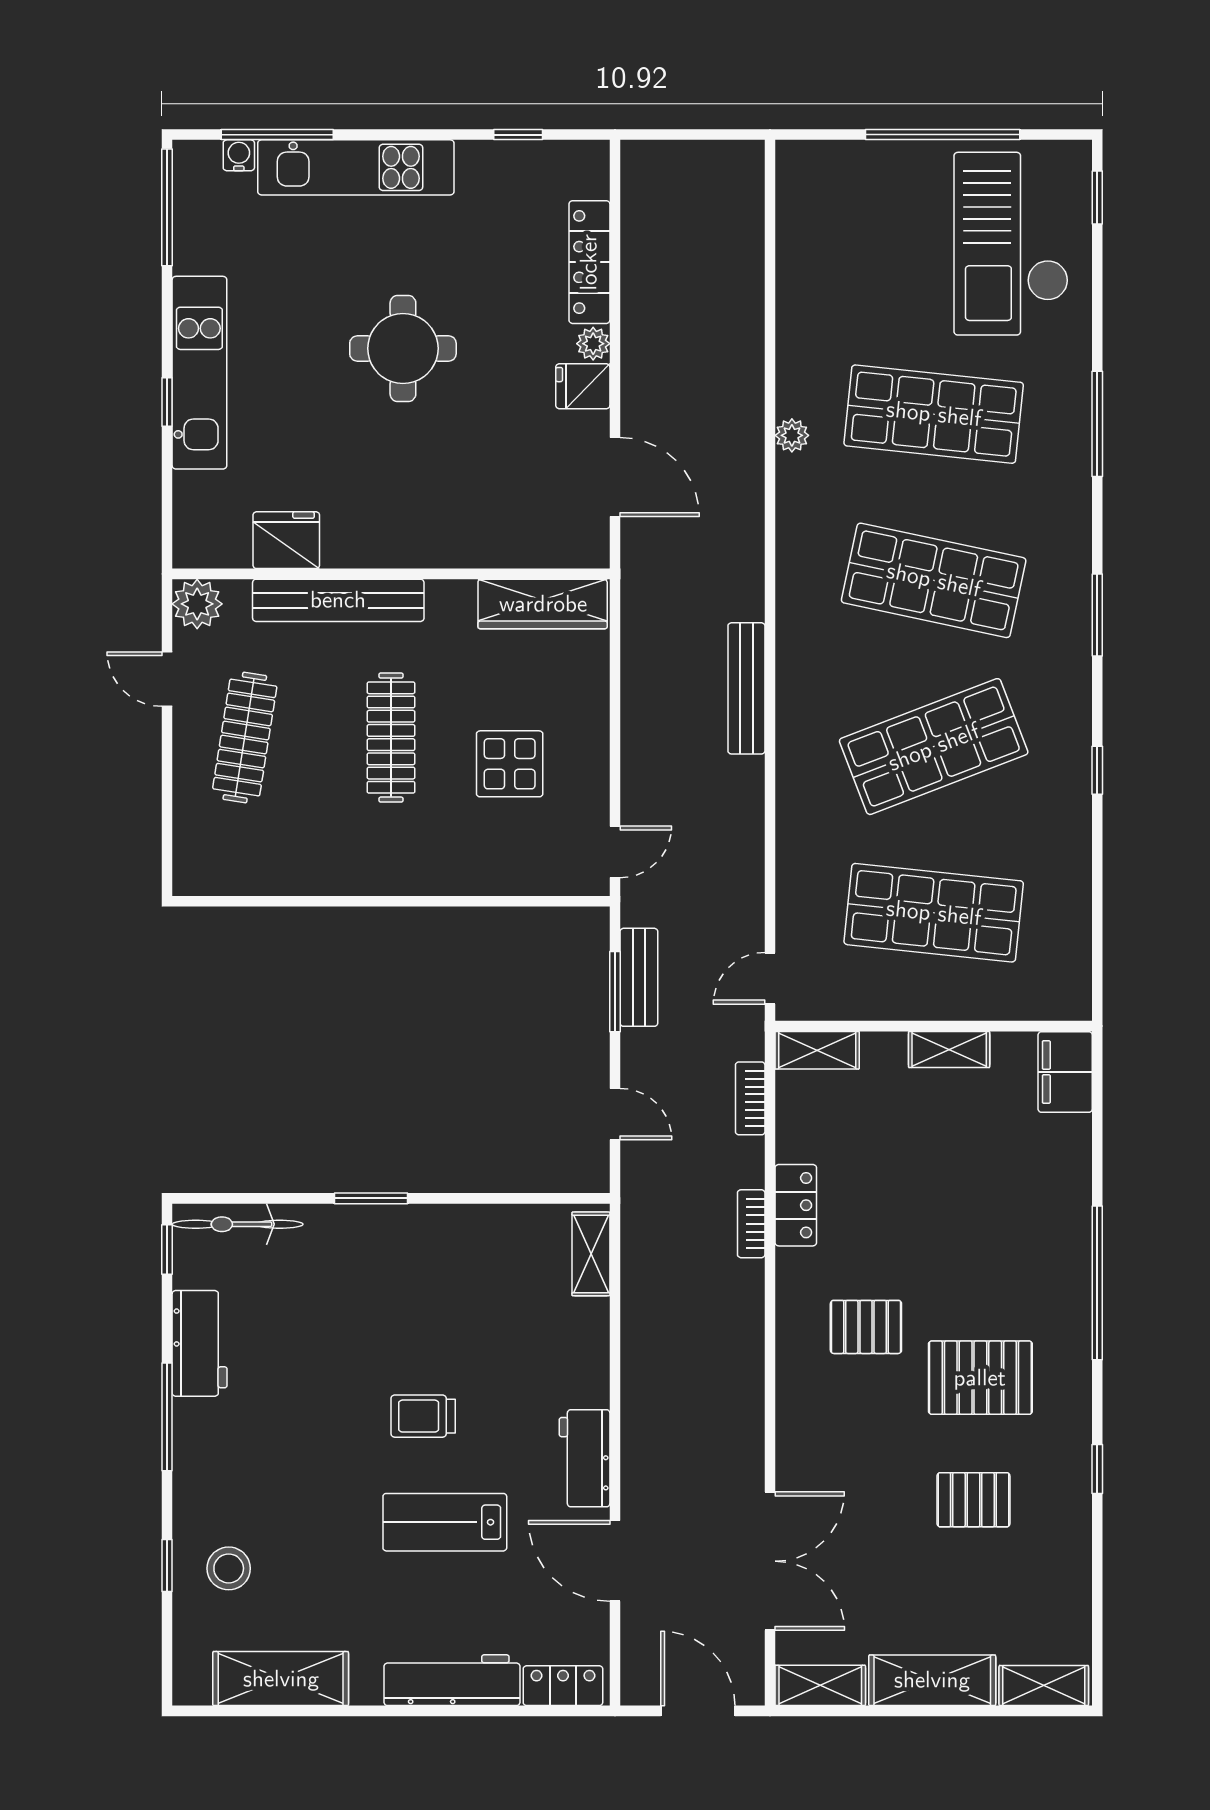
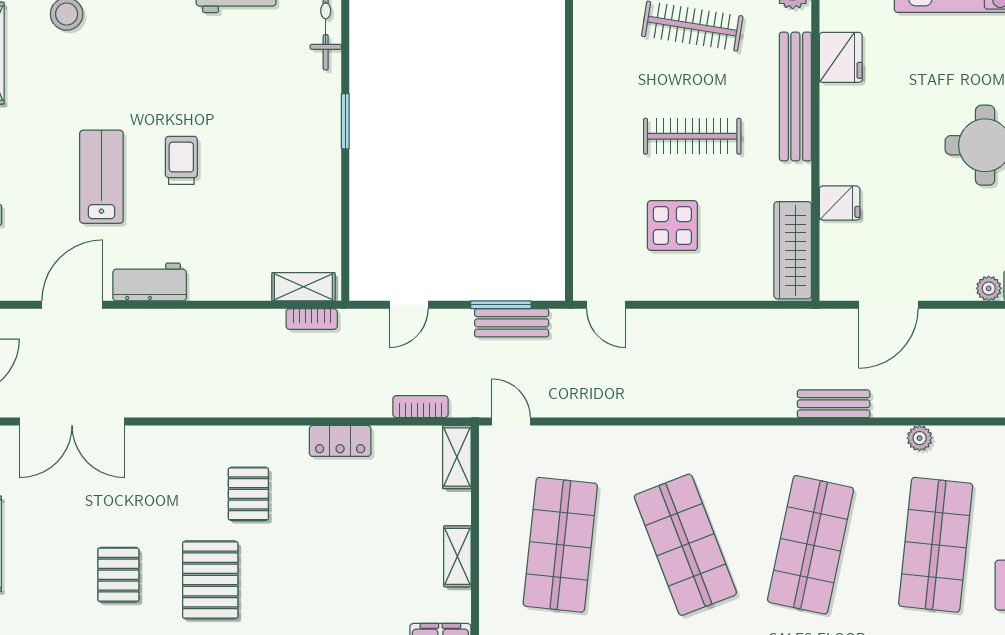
fridge: (583, 386) -> (840, 203), moved, turned 90
bench: (746, 688) -> (834, 404), moved, width x0.73
bookcase: (751, 1224) -> (312, 319), moved, turned 180

